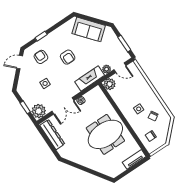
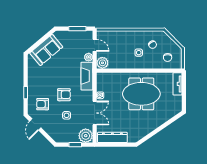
armchair: (68, 57) -> (64, 95), moved
door: (120, 68) -> (95, 45), hinge flipped
meeting table: (105, 134) -> (141, 94), turned 90

